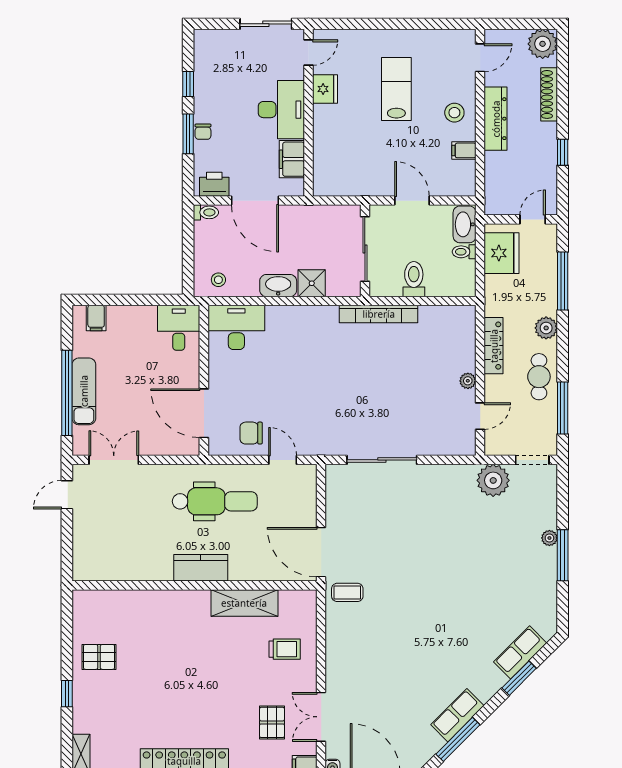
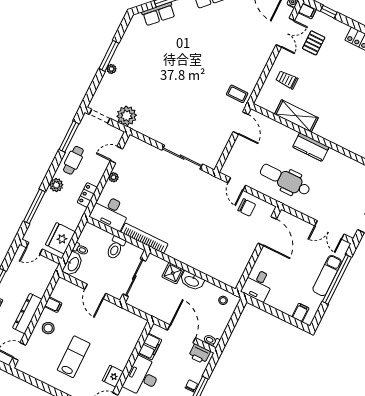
lab bench: (396, 89) -> (74, 357), turned 180
desk: (236, 327) -> (110, 212), moved
locker: (494, 346) -> (87, 195), width x0.66
door: (321, 552) -> (241, 123), width x0.73

